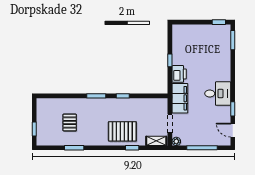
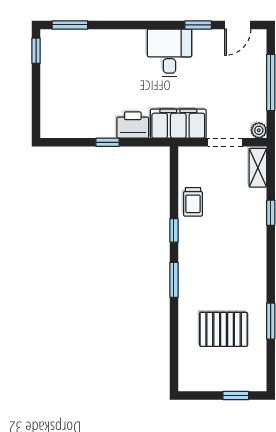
trolley: (138, 106) -> (193, 202), added
pallet: (70, 123) -> (224, 329), width x1.50, depth x1.42
pallet: (122, 131) -> (240, 231), removed

